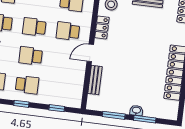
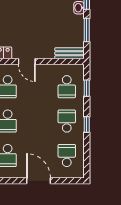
school desk: (31, 56) -> (67, 87), moved
bench: (95, 80) -> (70, 53), moved

